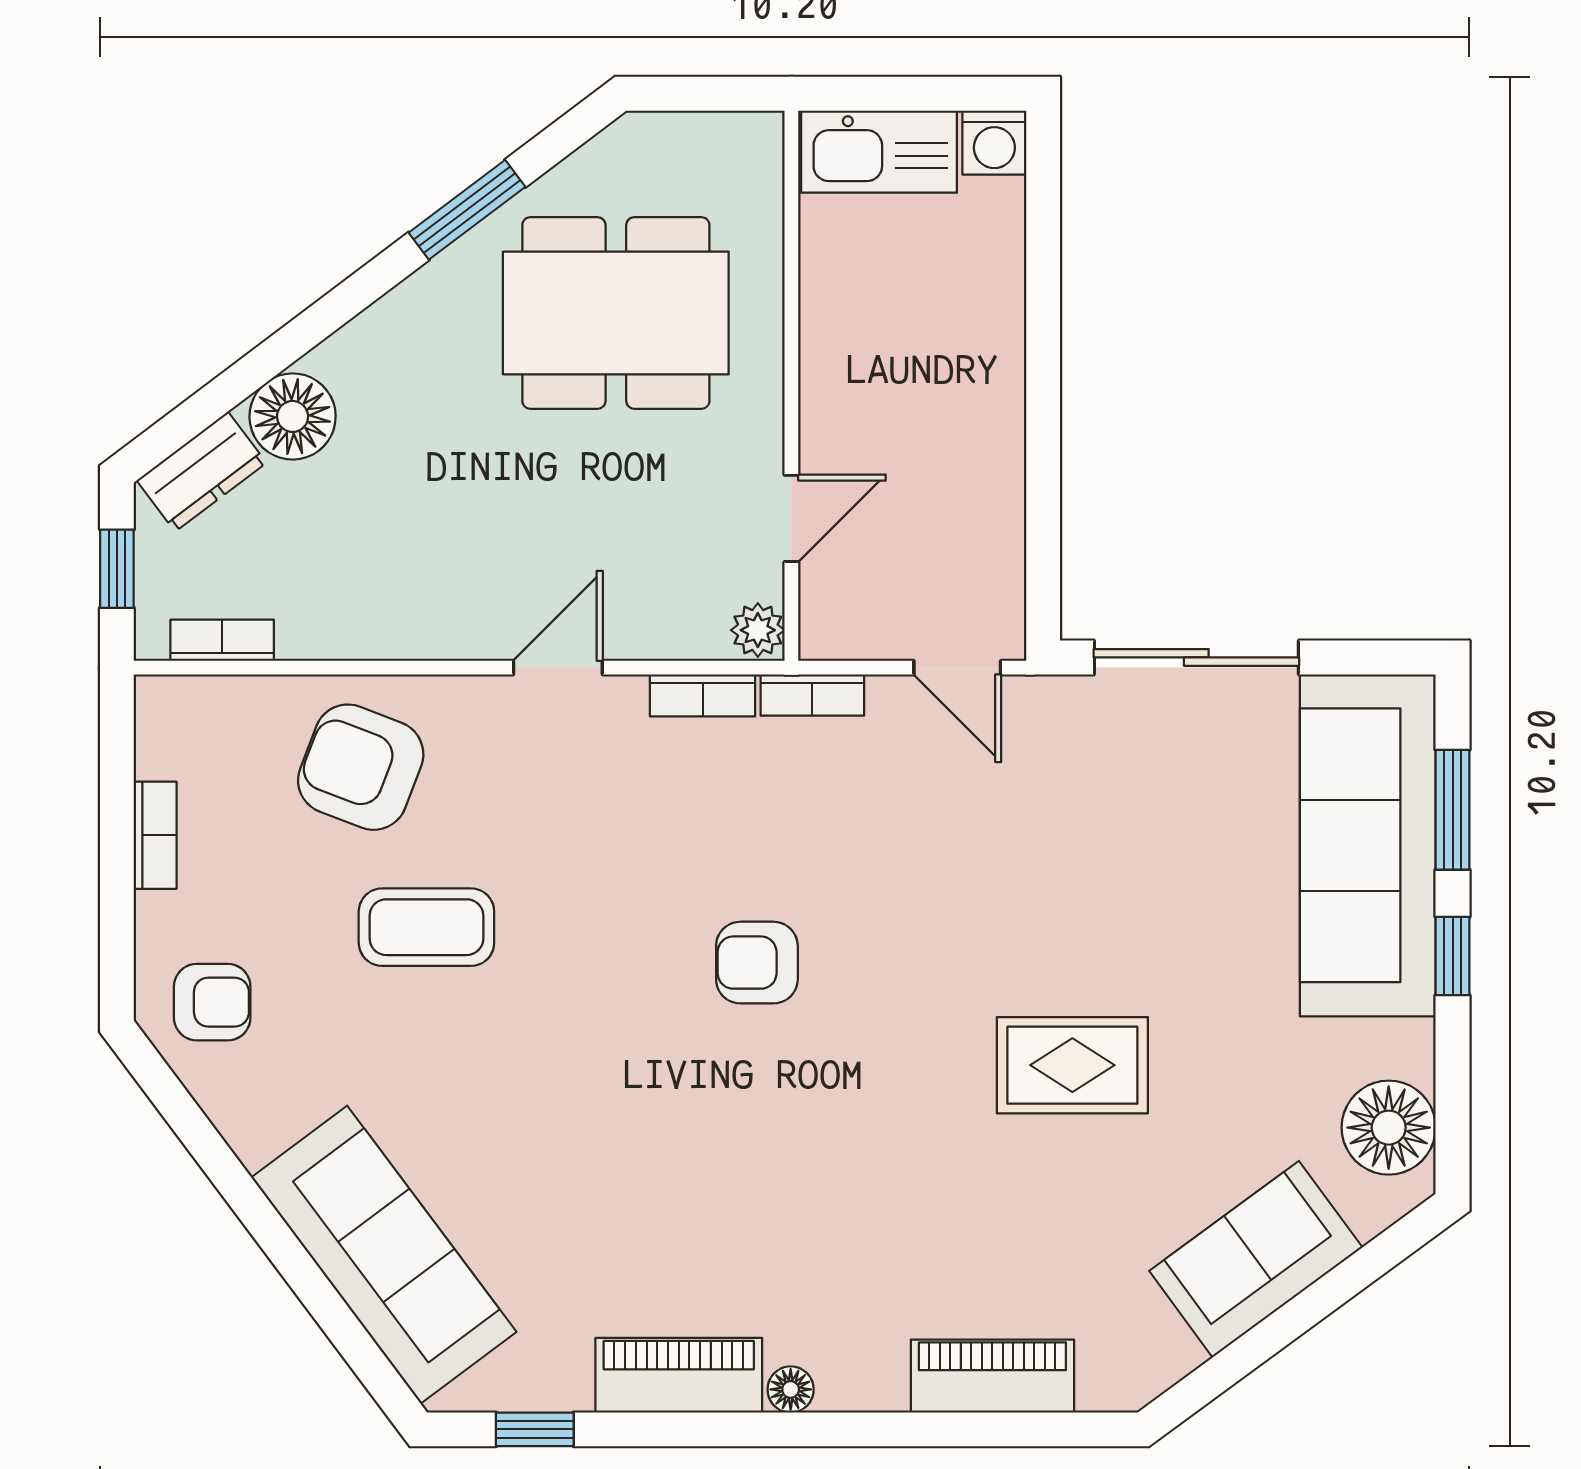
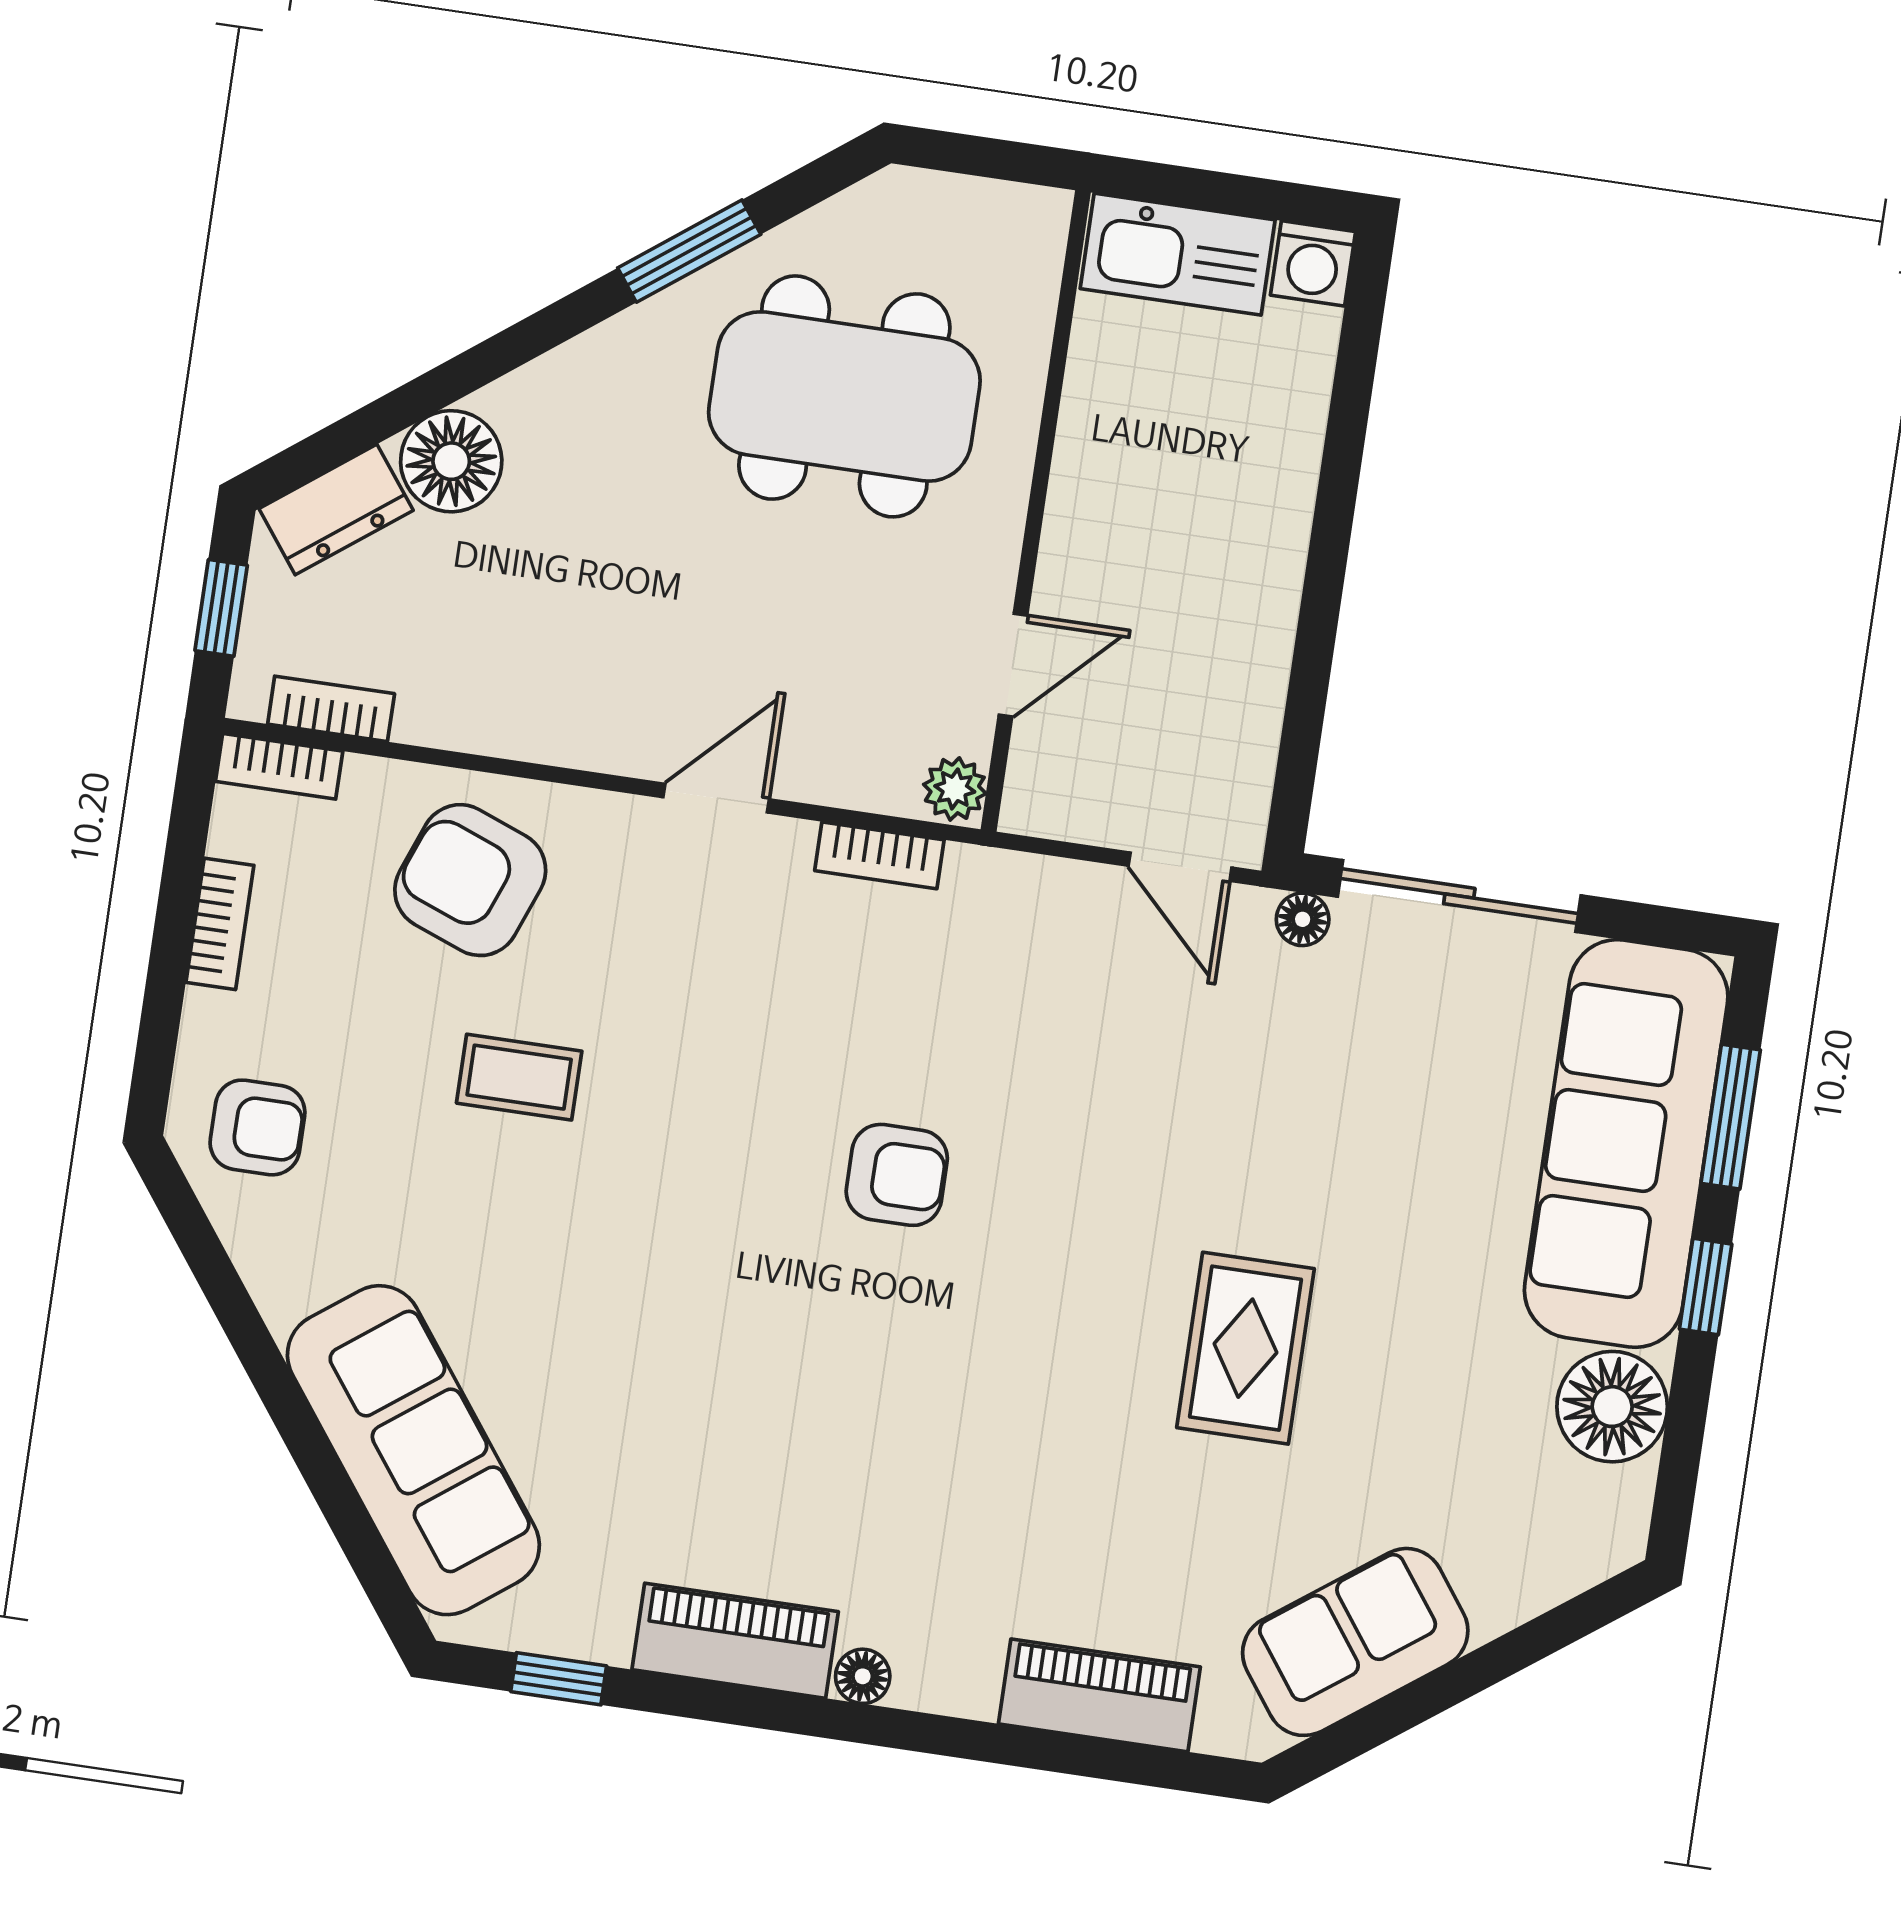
bookcase: (812, 695) -> (279, 766), moved
floor lamp: (1067, 697) -> (1303, 919), added
coffee table: (426, 927) -> (519, 1077), width x0.73, depth x0.77
armchair: (757, 963) -> (897, 1175), turned 180
rug: (1072, 1065) -> (1245, 1348), turned 90
floor lamp: (1389, 1128) -> (1612, 1407), moved
sofa: (1256, 1259) -> (1355, 1642), moved

